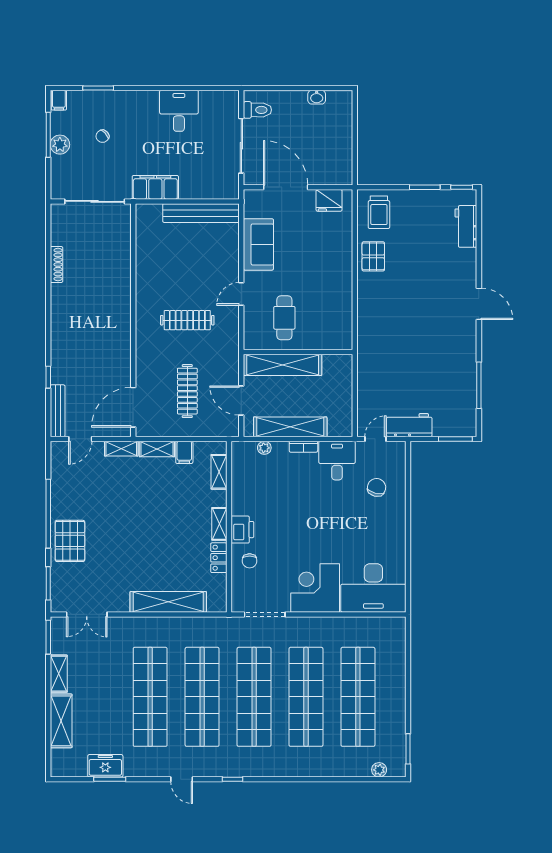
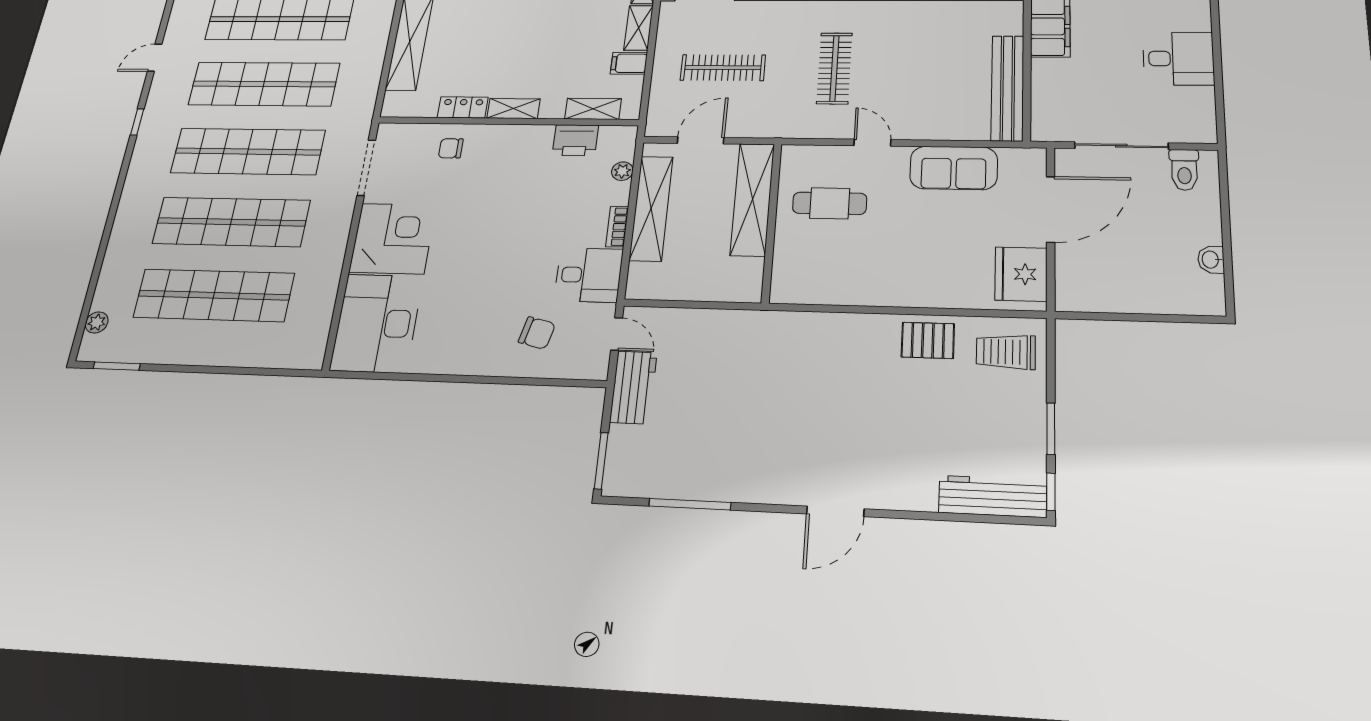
fridge: (329, 200) -> (1021, 274), width x1.36, depth x1.34
workbench: (466, 226) -> (992, 496), width x1.38
printer: (242, 530) -> (575, 140), moved

